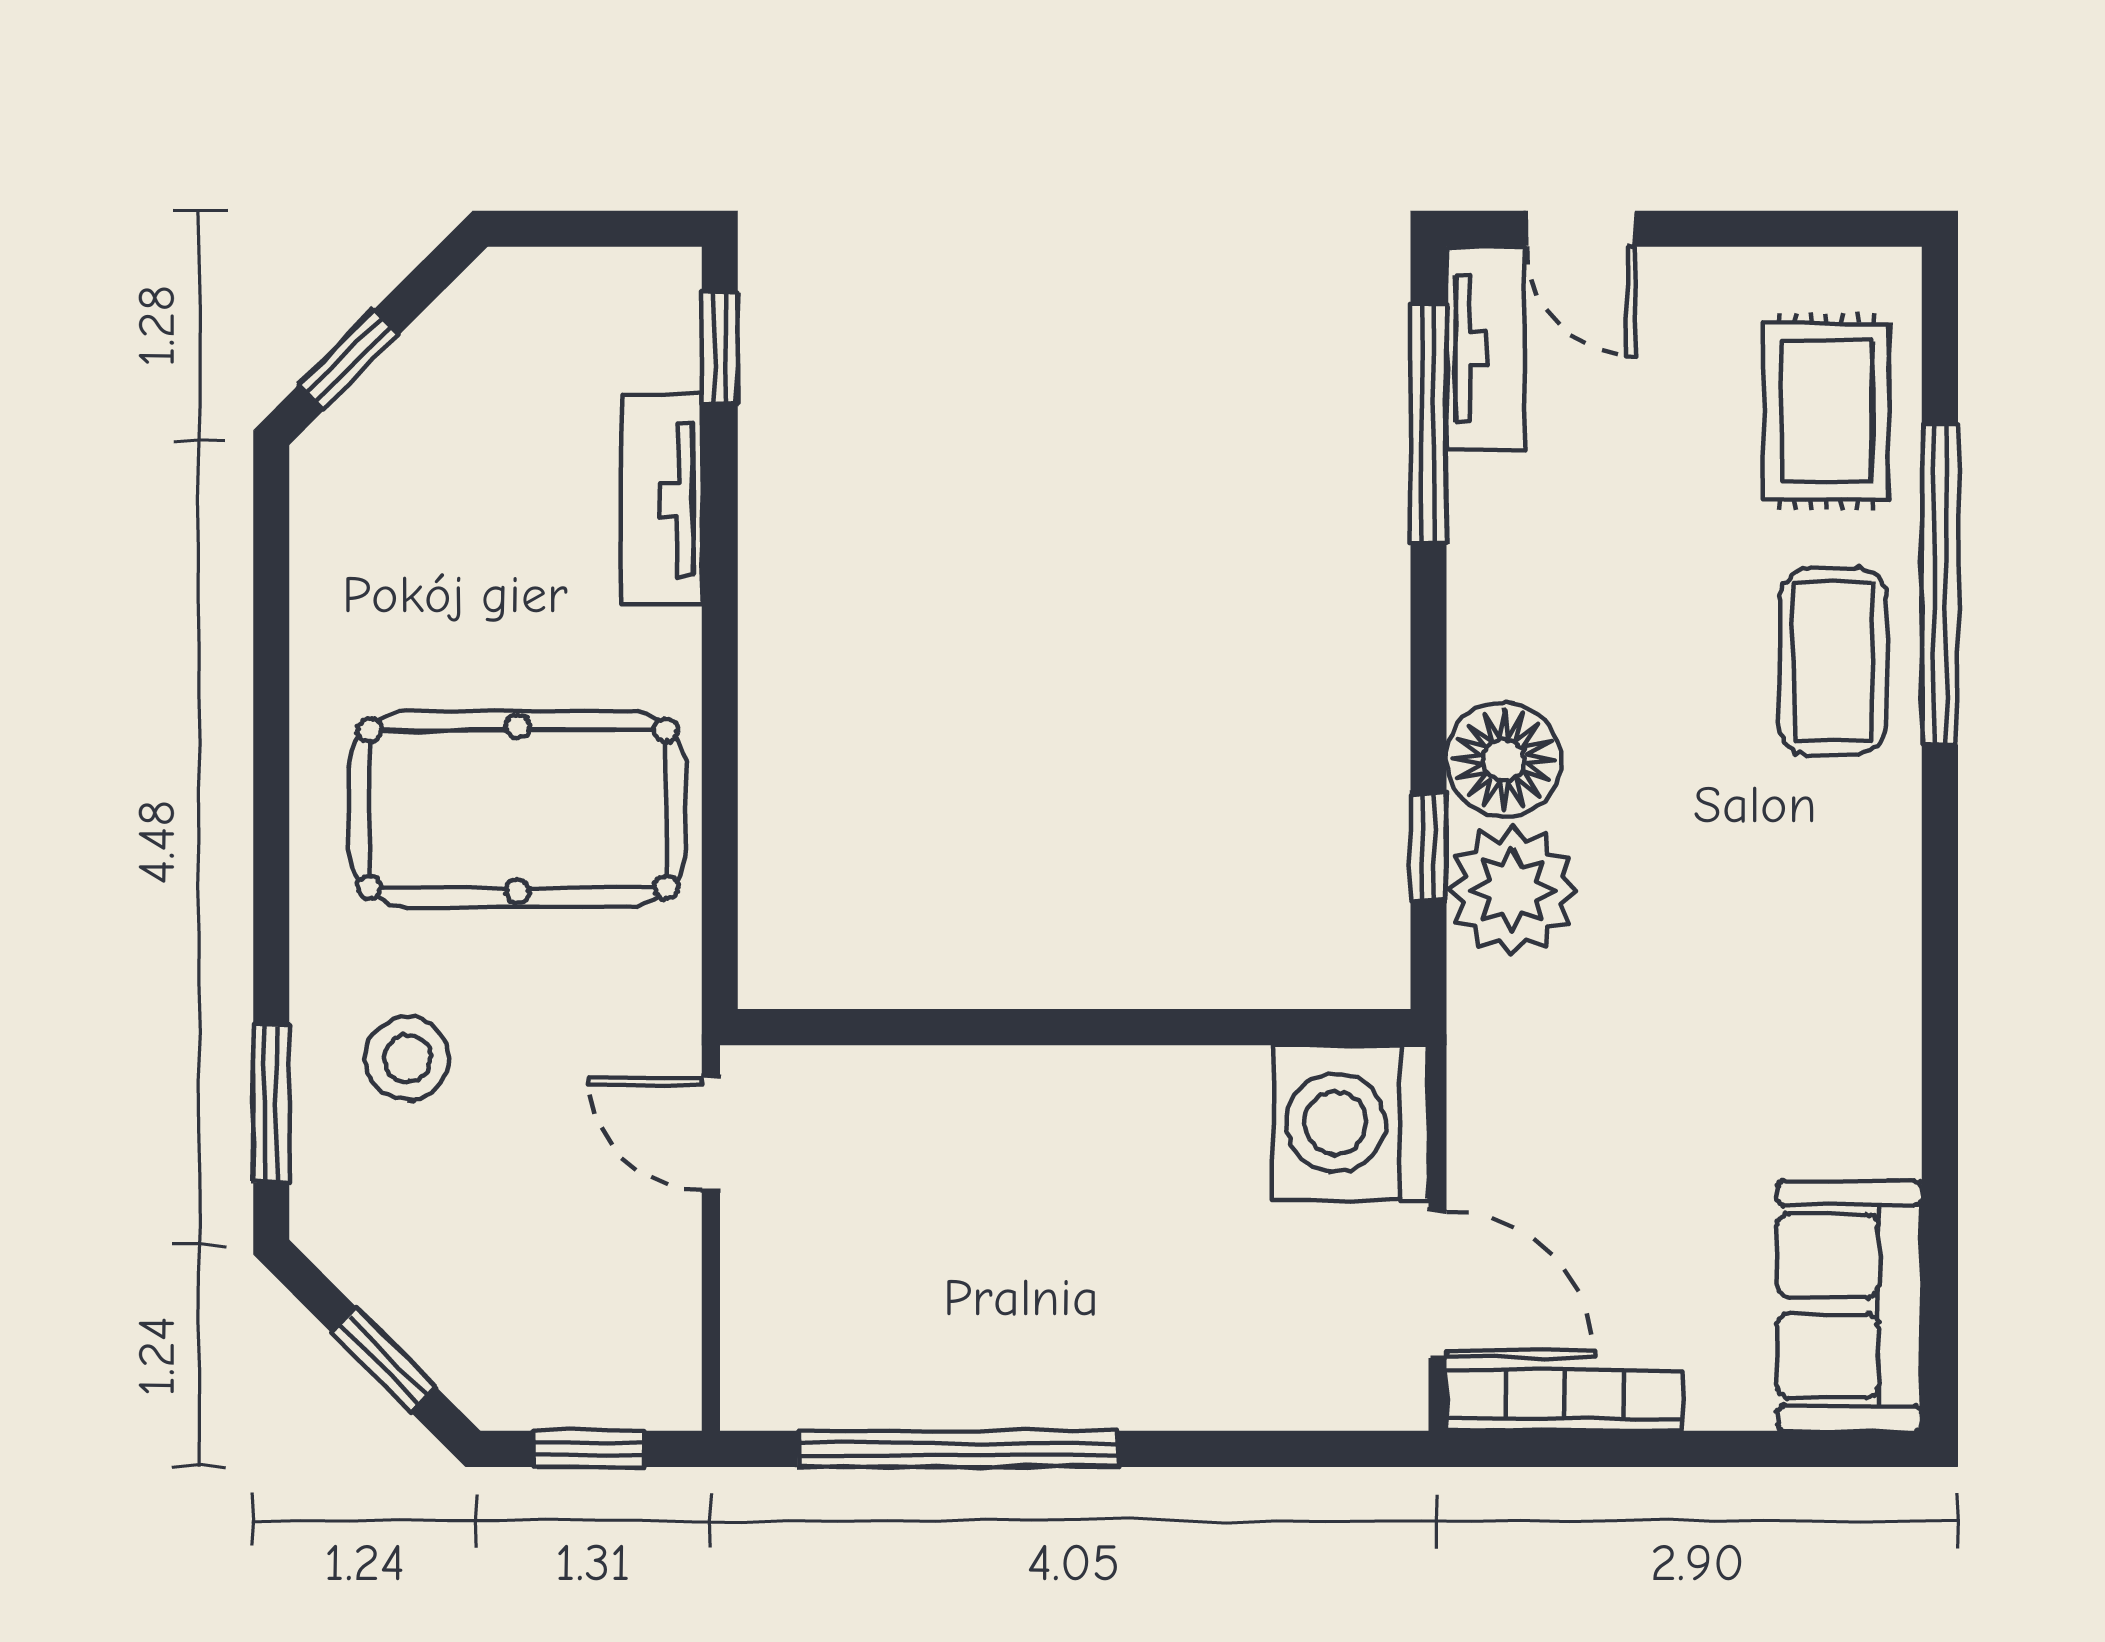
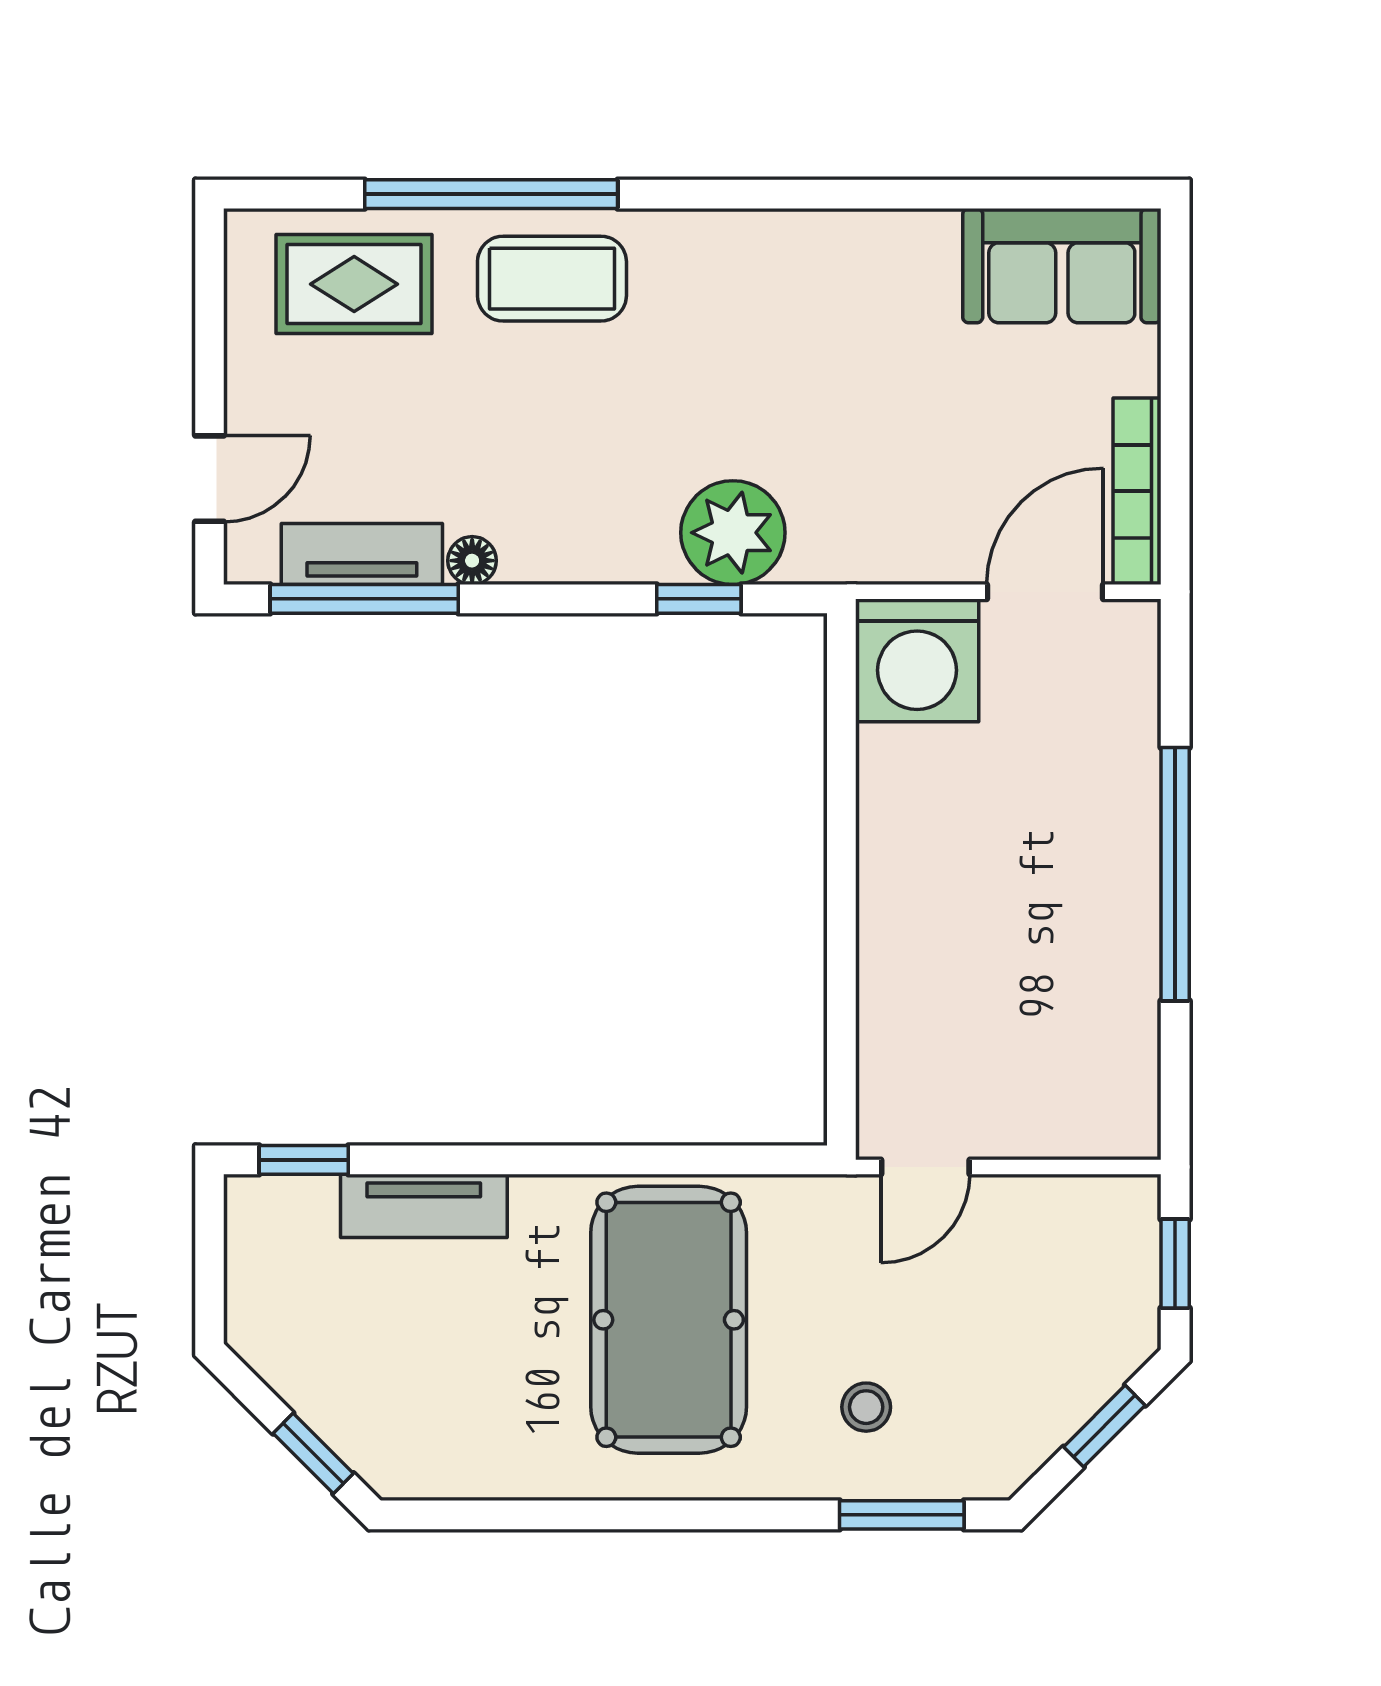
tv unit: (1485, 348) -> (362, 554), moved
floor lamp: (1504, 760) -> (472, 561), moved, width x0.53, depth x0.53
stool: (407, 1058) -> (866, 1407), width x0.73, depth x0.73
window: (958, 1449) -> (1175, 874), moved

